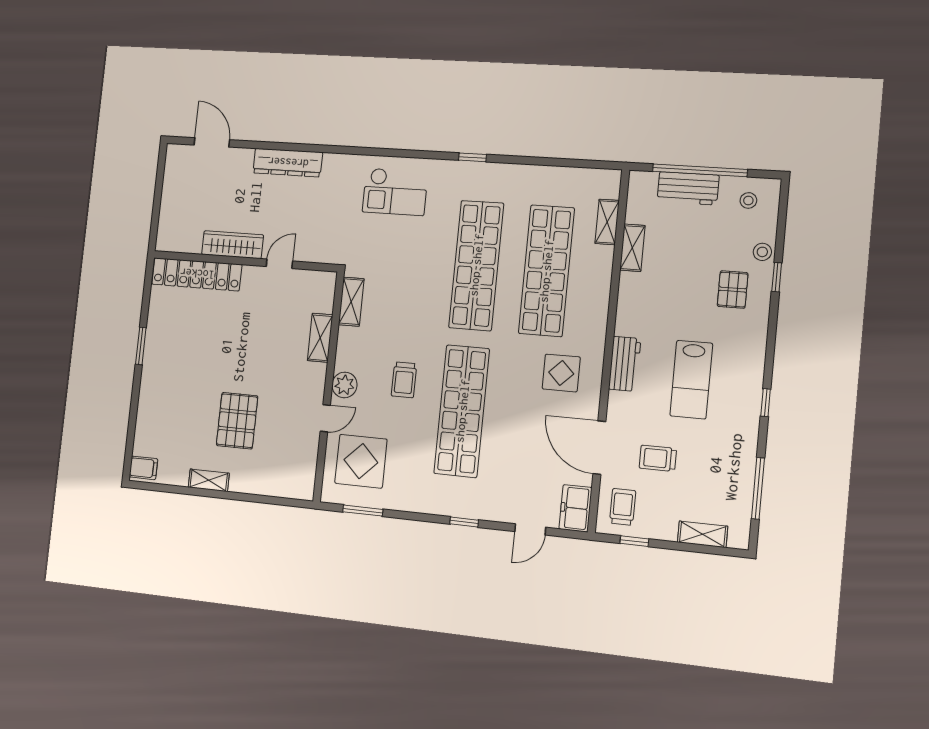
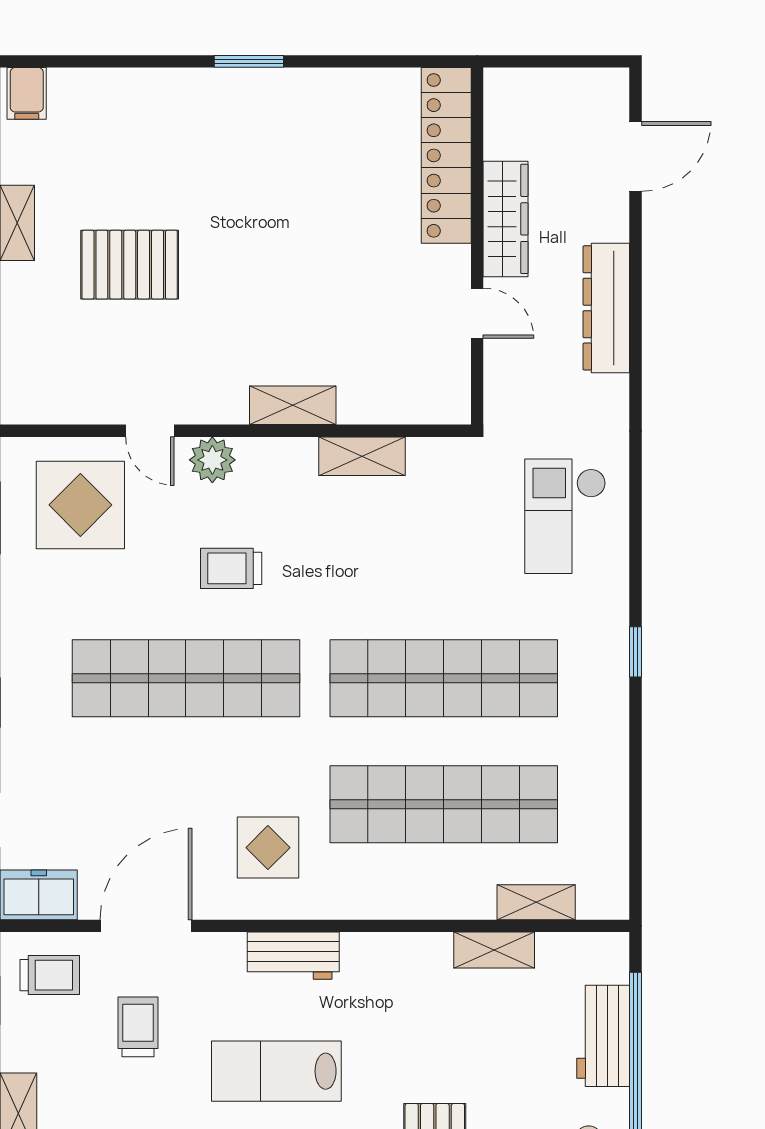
wardrobe: (233, 245) -> (506, 219), moved
wall: (245, 261) -> (477, 246), moved
door: (279, 264) -> (477, 313), moved
locker: (197, 274) -> (446, 155), moved

